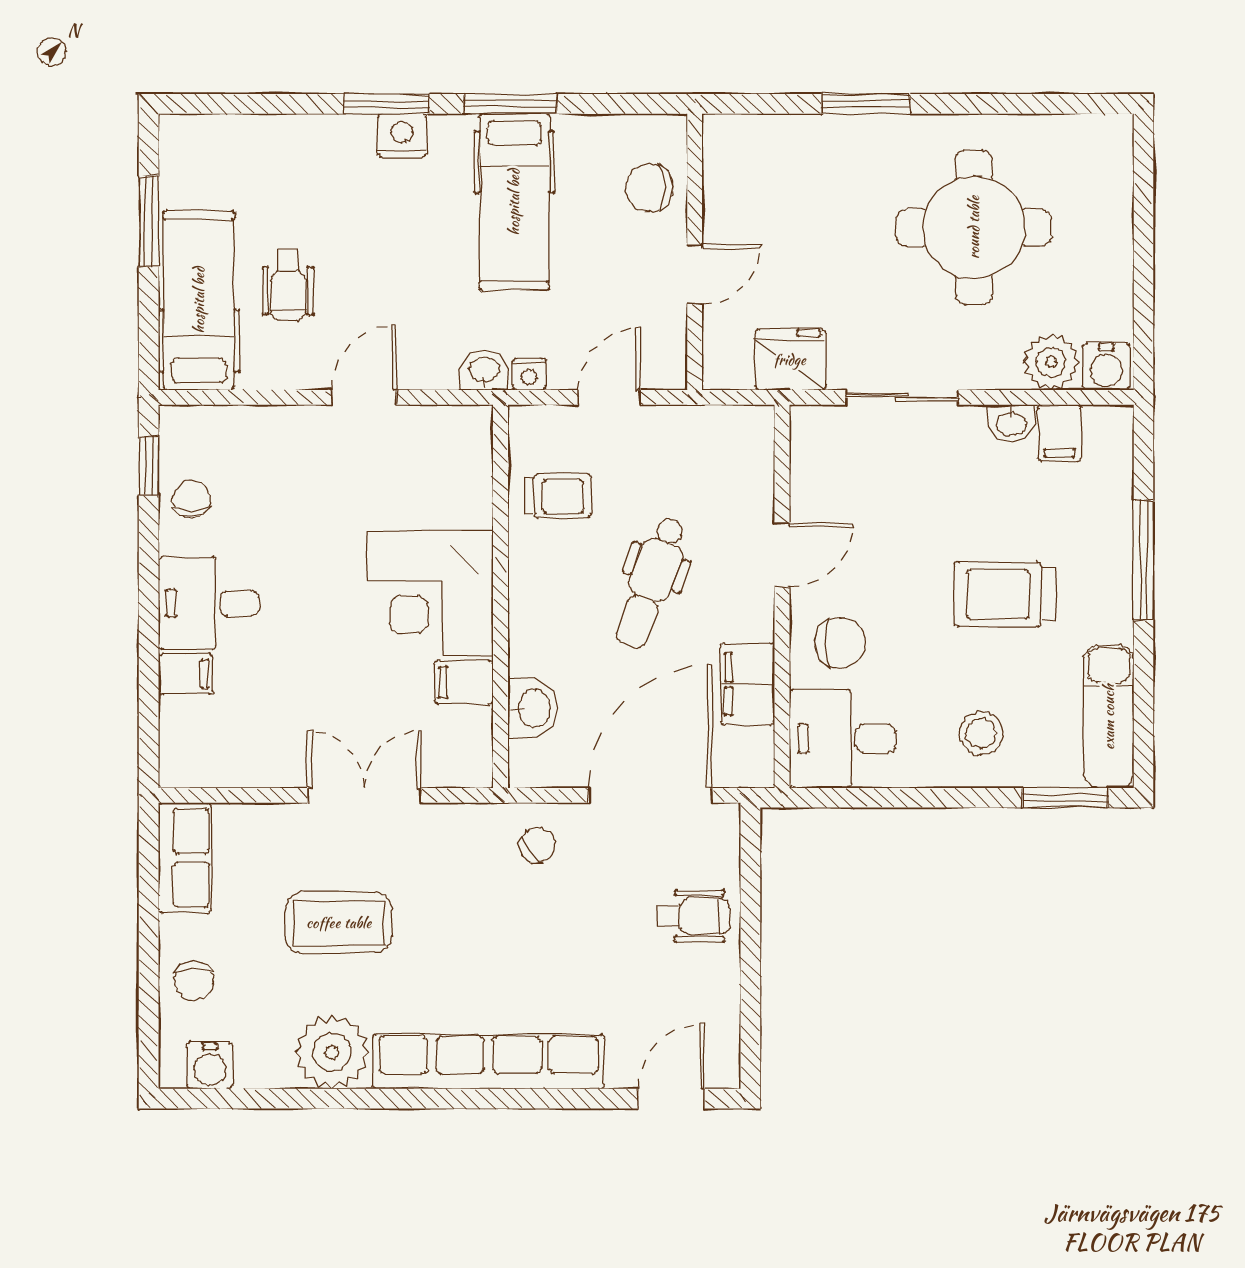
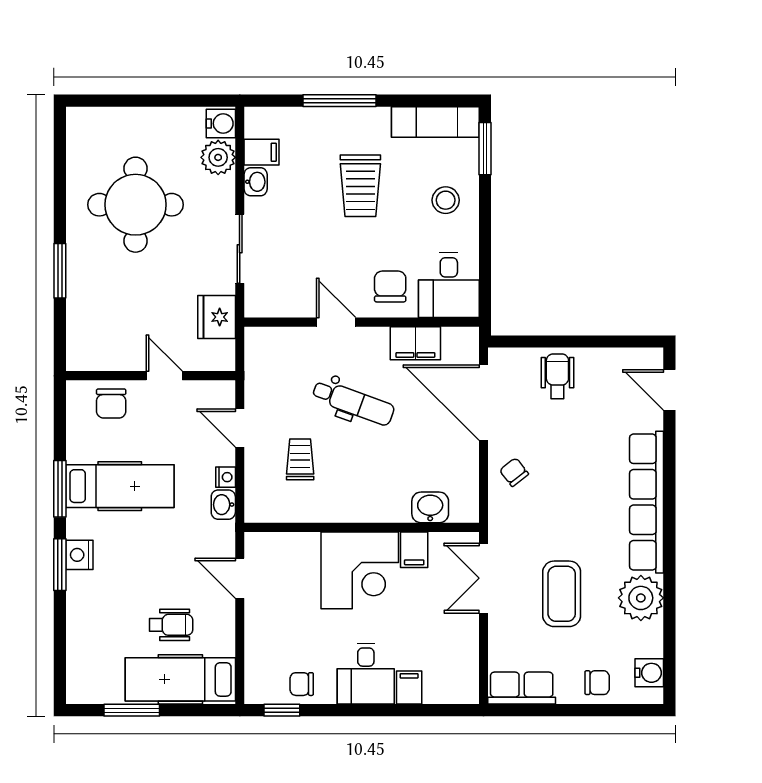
corner desk: (430, 593) -> (360, 570), moved
wall: (501, 596) -> (362, 527), moved
filing cabinet: (464, 682) -> (414, 550), moved
washbasin: (533, 708) -> (430, 507), moved

